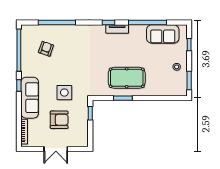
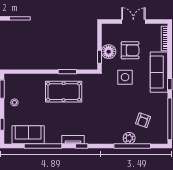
plant: (60, 31) -> (129, 138), added
floor lamp: (81, 118) -> (109, 52), added
armchair: (59, 120) -> (130, 50), turned 180

